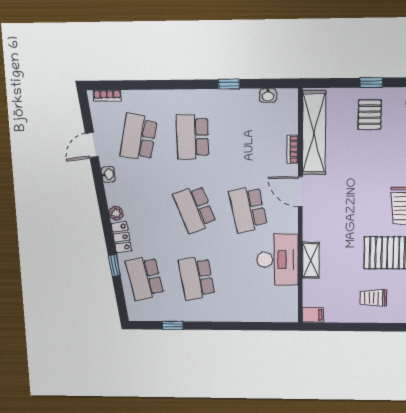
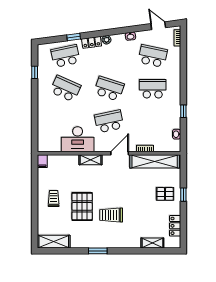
door: (92, 145) -> (158, 26), moved
school desk: (195, 209) -> (109, 89), turned 39
shelving: (311, 260) -> (91, 160), moved
school desk: (197, 278) -> (65, 89), turned 33

